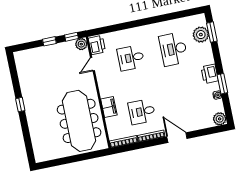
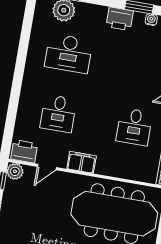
door: (92, 64) -> (47, 167), hinge flipped
filing cabinet: (109, 107) -> (82, 162), moved

